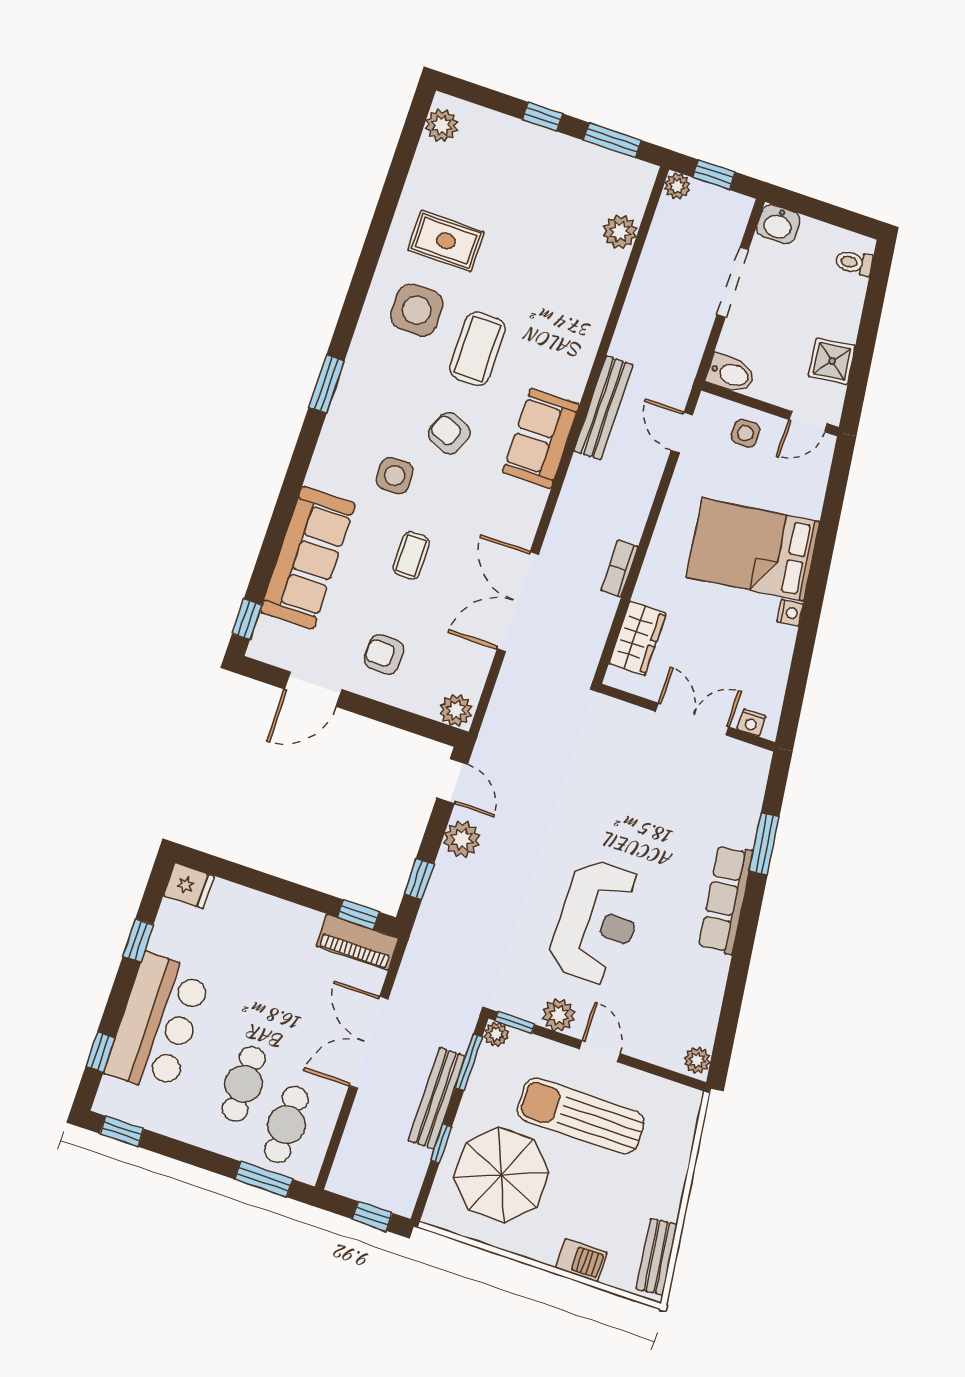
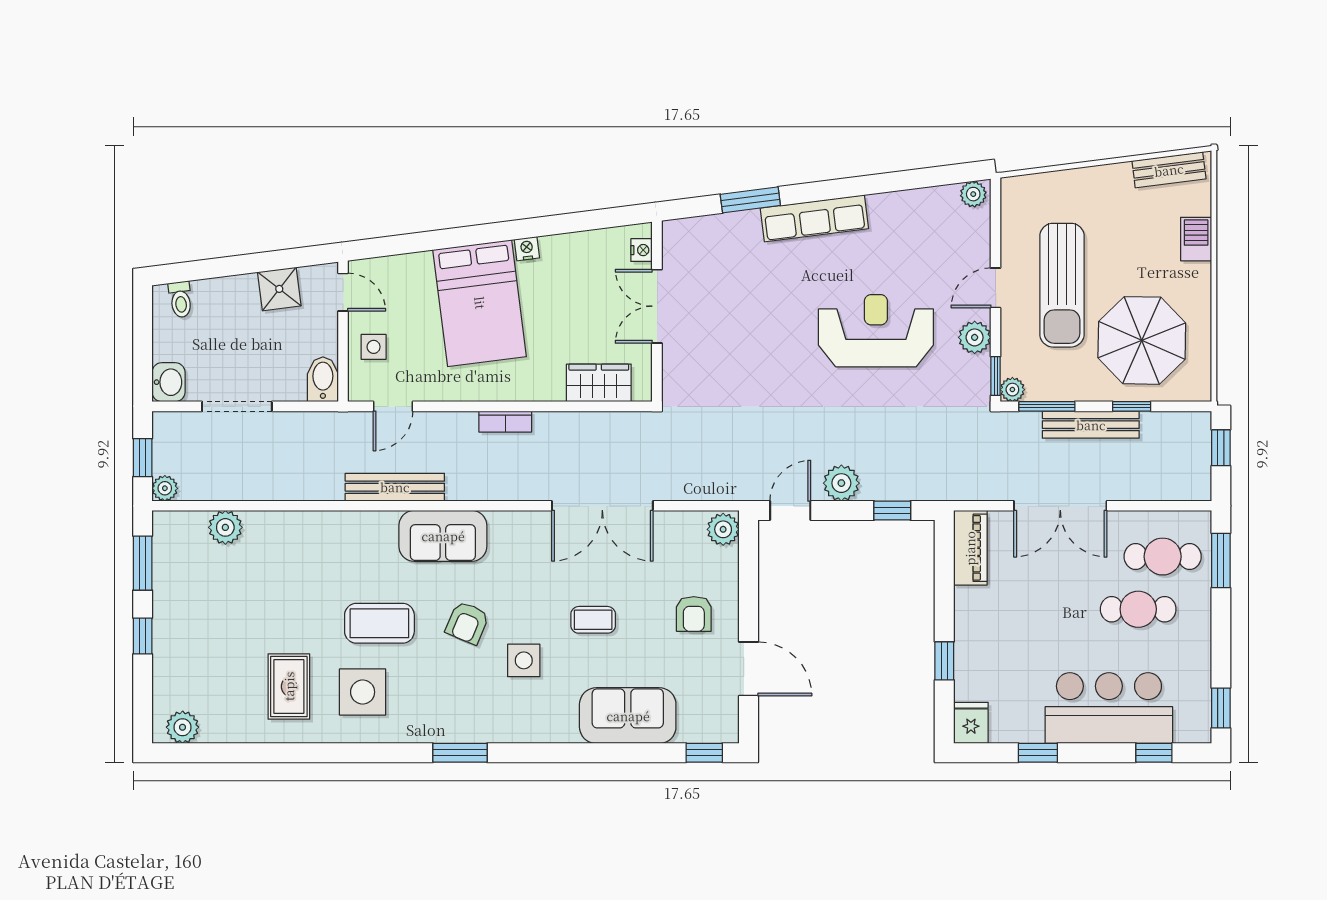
sofa: (308, 558) -> (628, 716), width x0.73
bookcase: (619, 569) -> (505, 422), moved
window: (358, 915) -> (944, 661), moved

